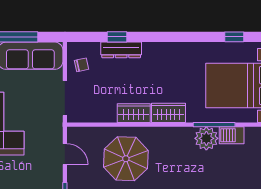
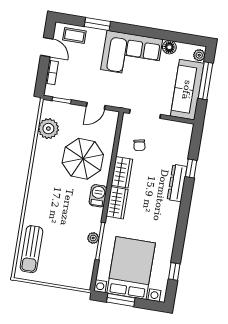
dresser: (121, 50) -> (177, 183), moved
chair: (81, 65) -> (139, 145), moved
barbecue: (232, 135) -> (98, 196), moved
plant: (206, 138) -> (93, 238), width x0.53, depth x0.53

